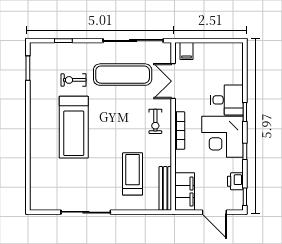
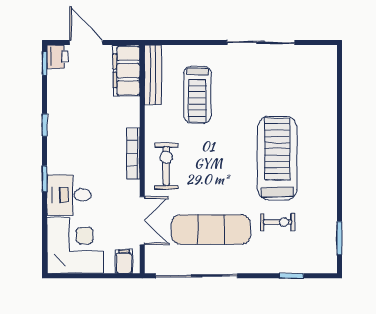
exercise bike: (155, 121) -> (166, 166), width x1.38, depth x1.39
corner desk: (223, 137) -> (75, 245), moved
printer: (235, 181) -> (58, 57), moved

